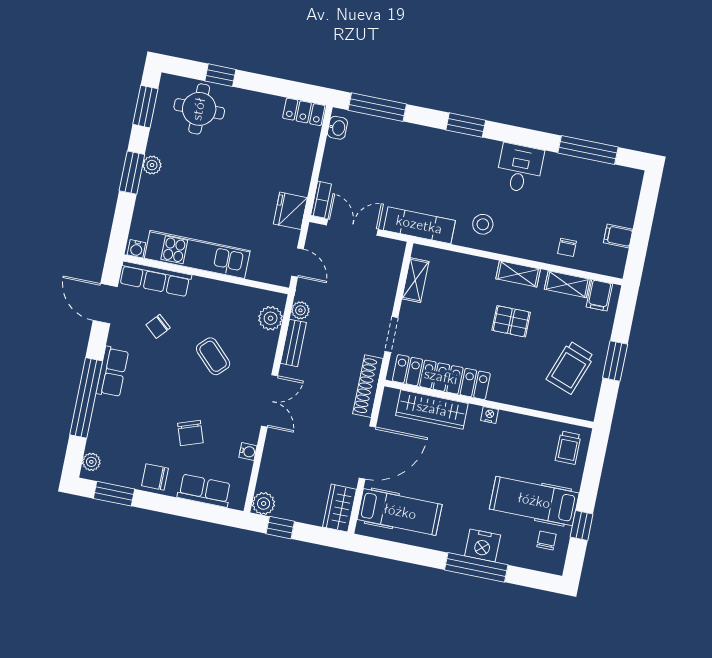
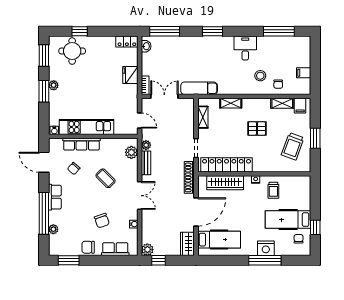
fridge: (290, 211) -> (130, 75), moved
stool: (483, 224) -> (260, 76), moved
shelving: (518, 274) -> (231, 103), moved
row of seats: (155, 279) -> (81, 144), moved
trolley: (568, 448) -> (273, 190), moved
plant: (91, 462) -> (53, 229), moved

